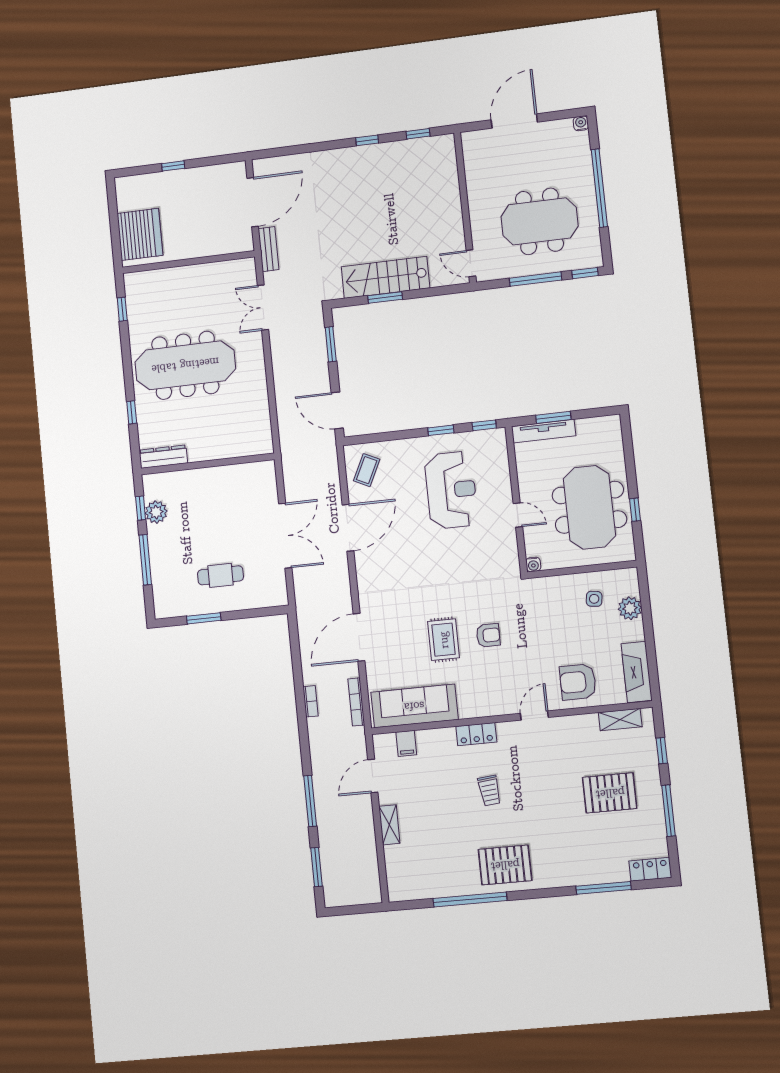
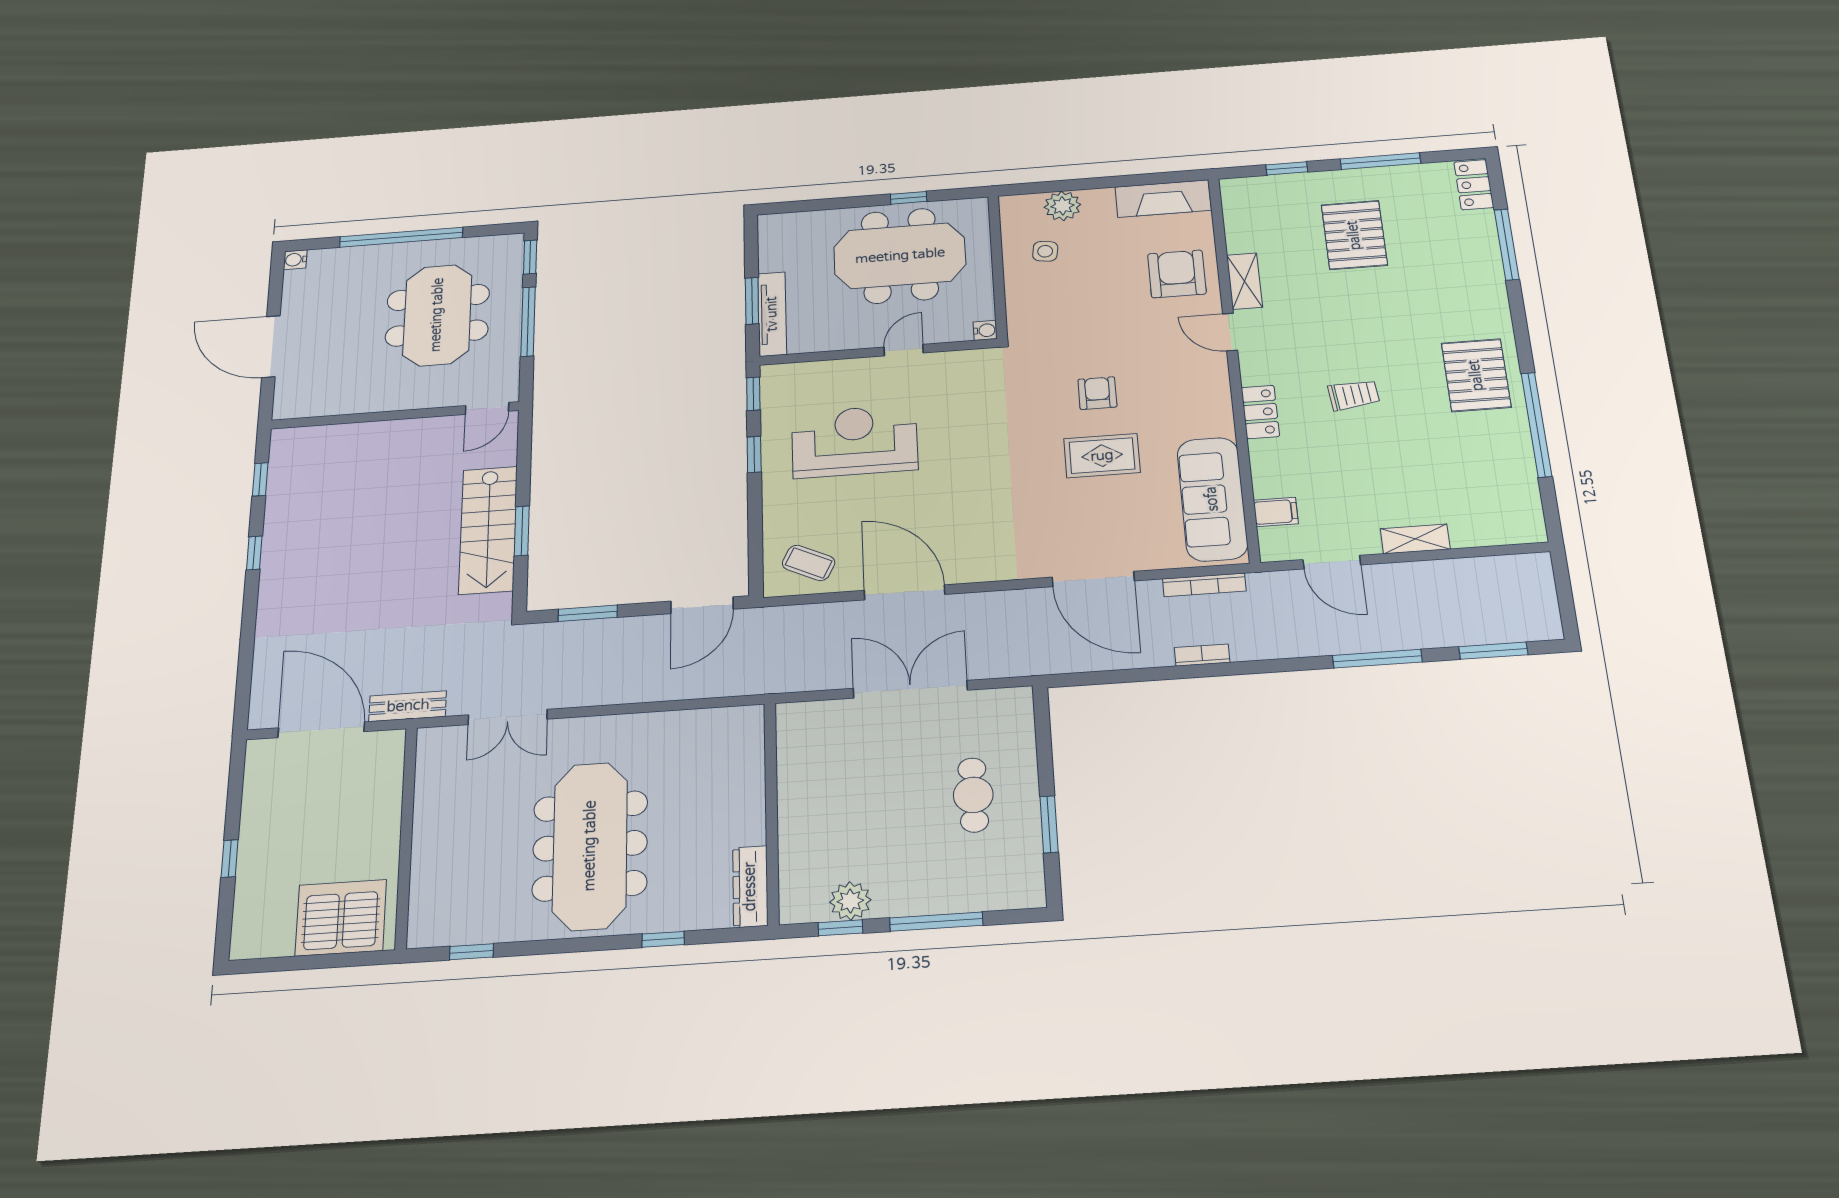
armchair: (578, 682) -> (1177, 274), turned 180
shelving: (620, 720) -> (1245, 281), moved

